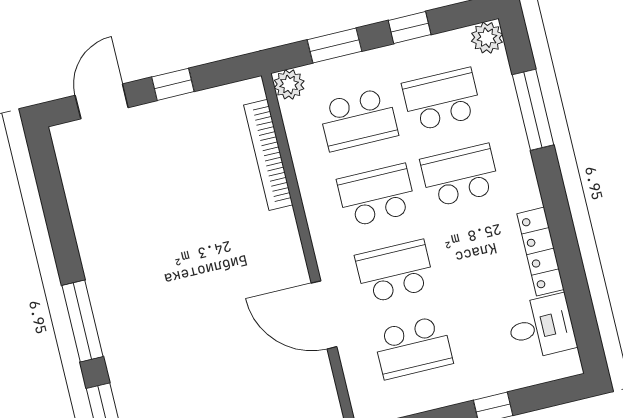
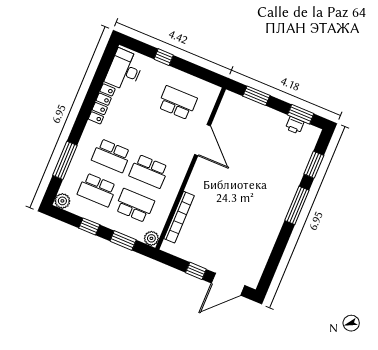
door: (102, 101) -> (228, 284), width x1.36
school desk: (395, 271) -> (163, 137), removed
desk: (541, 327) -> (124, 70), width x1.37

